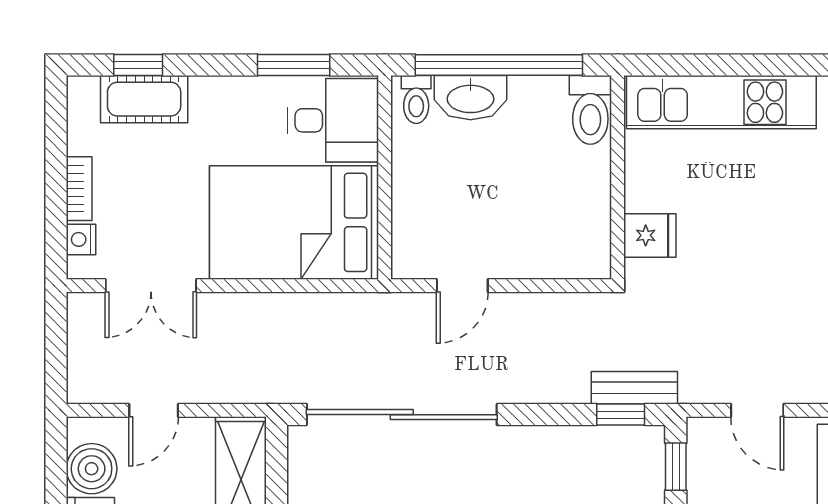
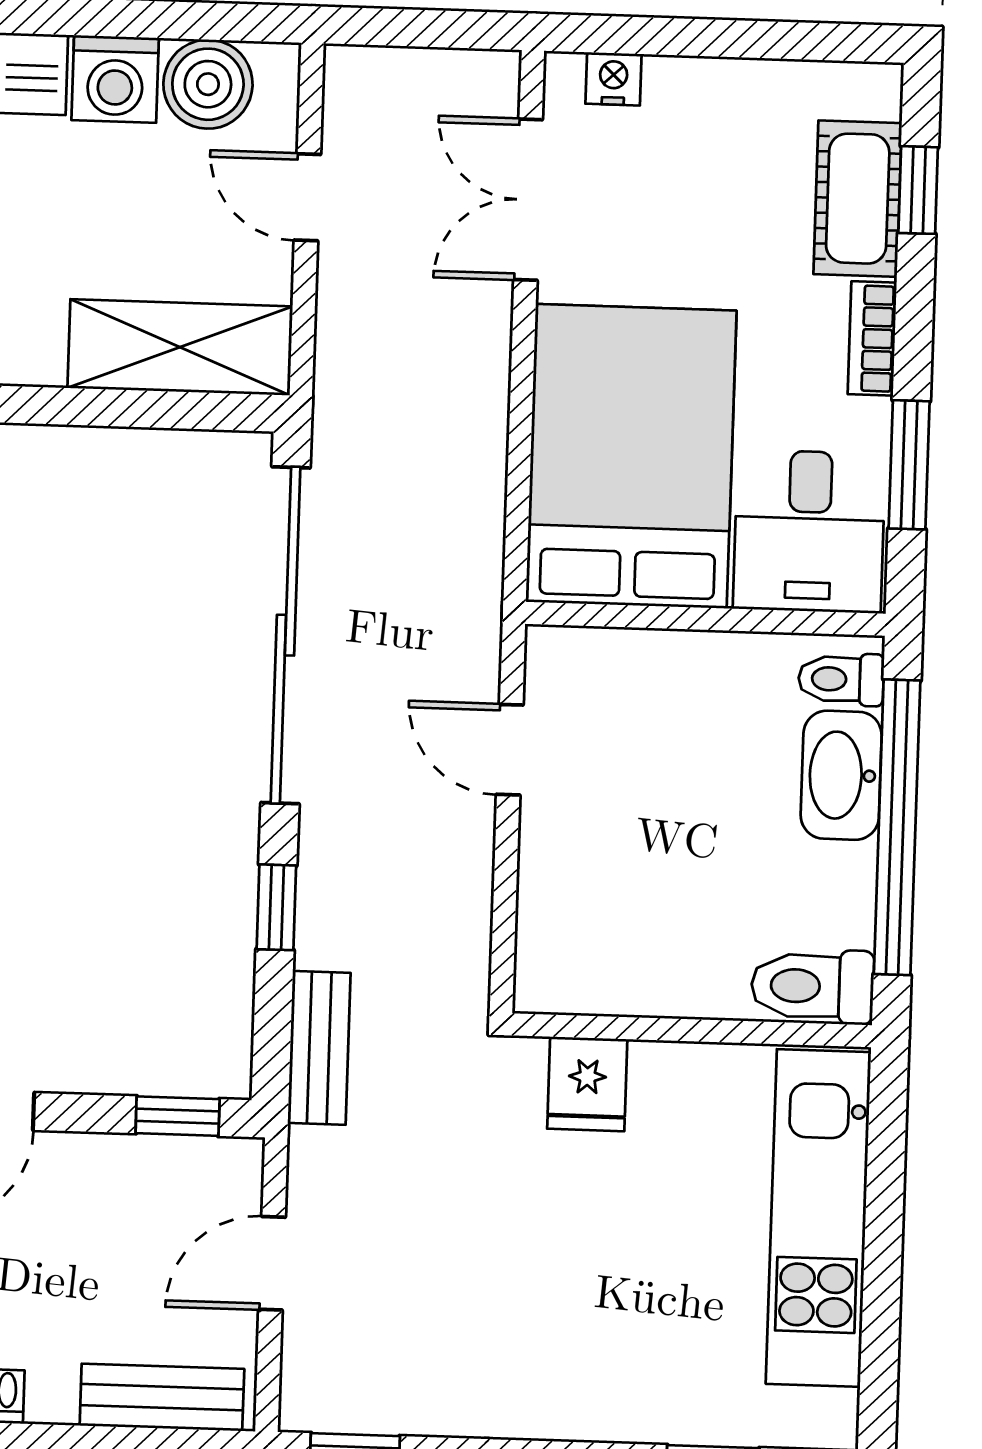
bookcase: (79, 189) -> (872, 338), moved, turned 90
window: (621, 415) -> (276, 907), moved

